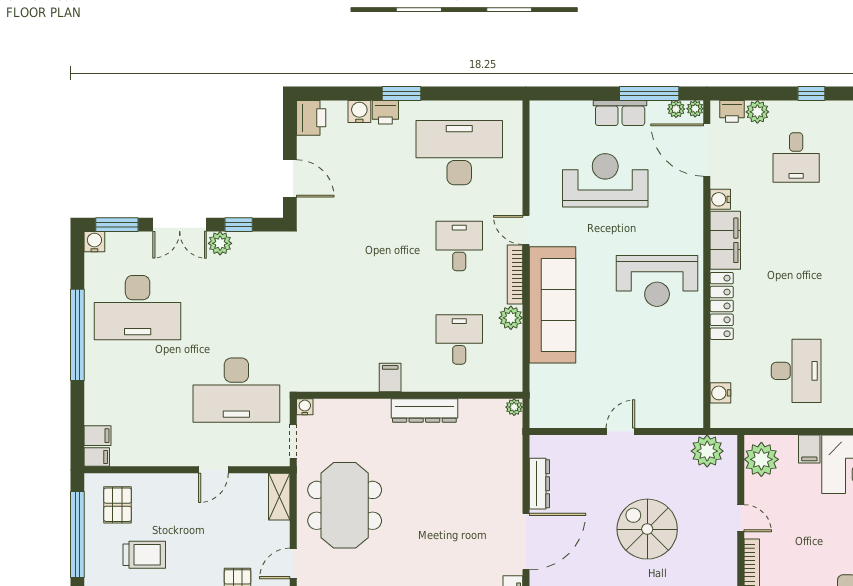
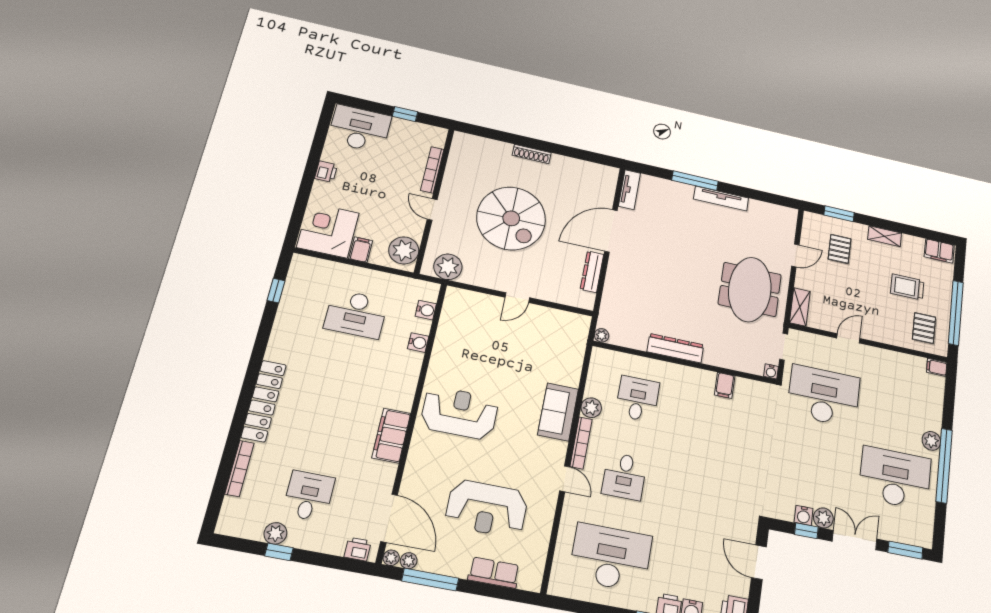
plant: (757, 112) -> (275, 533), moved
row of seats: (620, 113) -> (494, 573), moved
desk: (459, 153) -> (611, 557), turned 180
water cooler: (720, 199) -> (418, 343), moved
water cooler: (94, 242) -> (804, 515), moved
sofa: (553, 305) -> (558, 412), width x0.54, depth x0.79
locker: (722, 306) -> (408, 381), removed
desk: (459, 339) -> (637, 399), turned 180
plant: (96, 362) -> (931, 441), added
desk: (796, 371) -> (356, 314), turned -90
filing cabinet: (390, 377) -> (725, 385), moved
filing cabinet: (98, 436) -> (935, 383), removed
spiral stairs: (647, 529) -> (511, 218), width x1.37, depth x1.37

